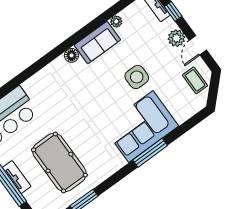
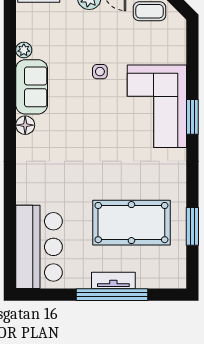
side table: (137, 77) -> (100, 72), width x0.54, depth x0.54
window: (150, 153) -> (192, 117), width x0.69

